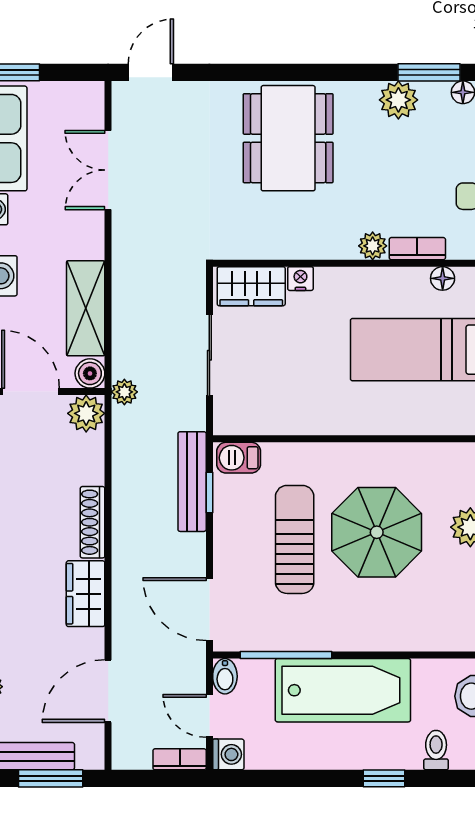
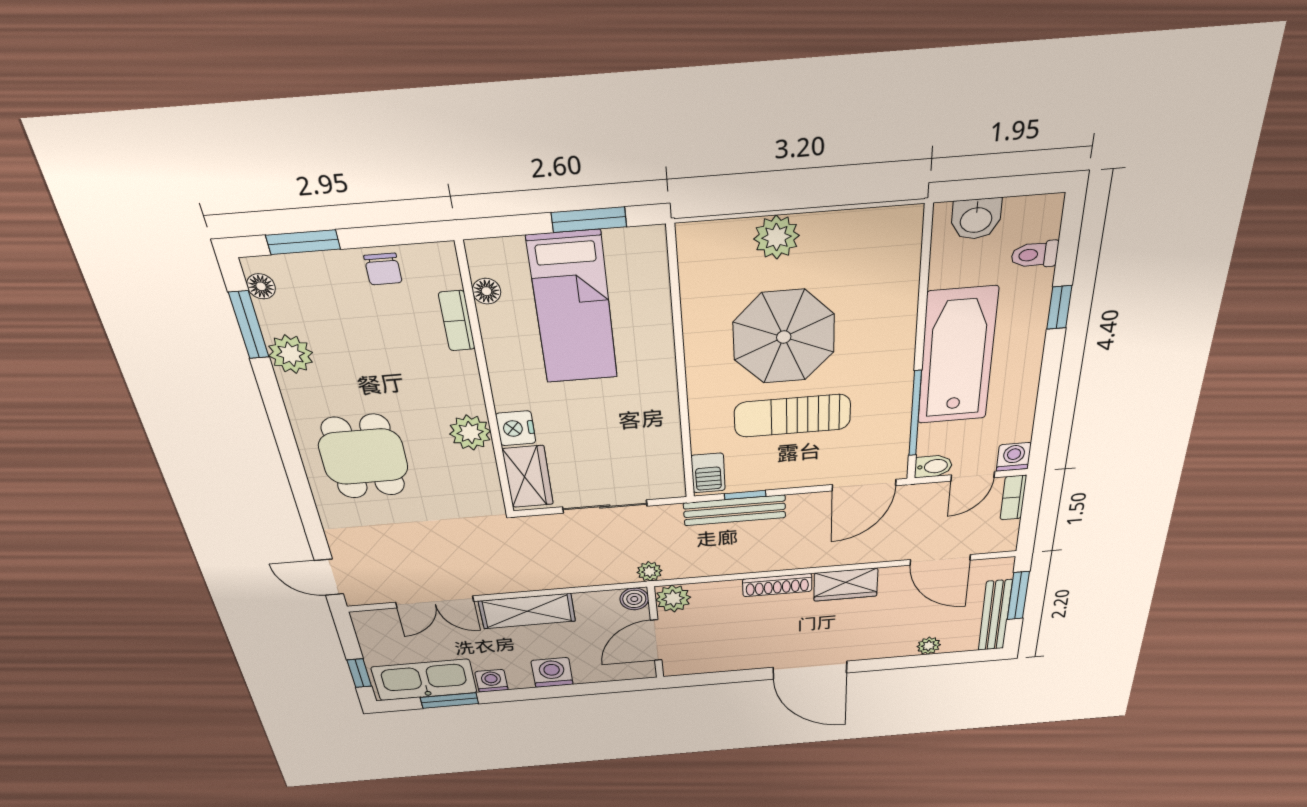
dining table: (288, 138) -> (363, 457), width x0.73
plant: (373, 246) -> (470, 433), moved, width x1.38, depth x1.38
nightstand: (300, 279) -> (516, 428), width x1.39, depth x1.35
shelving: (86, 308) -> (527, 611), moved

